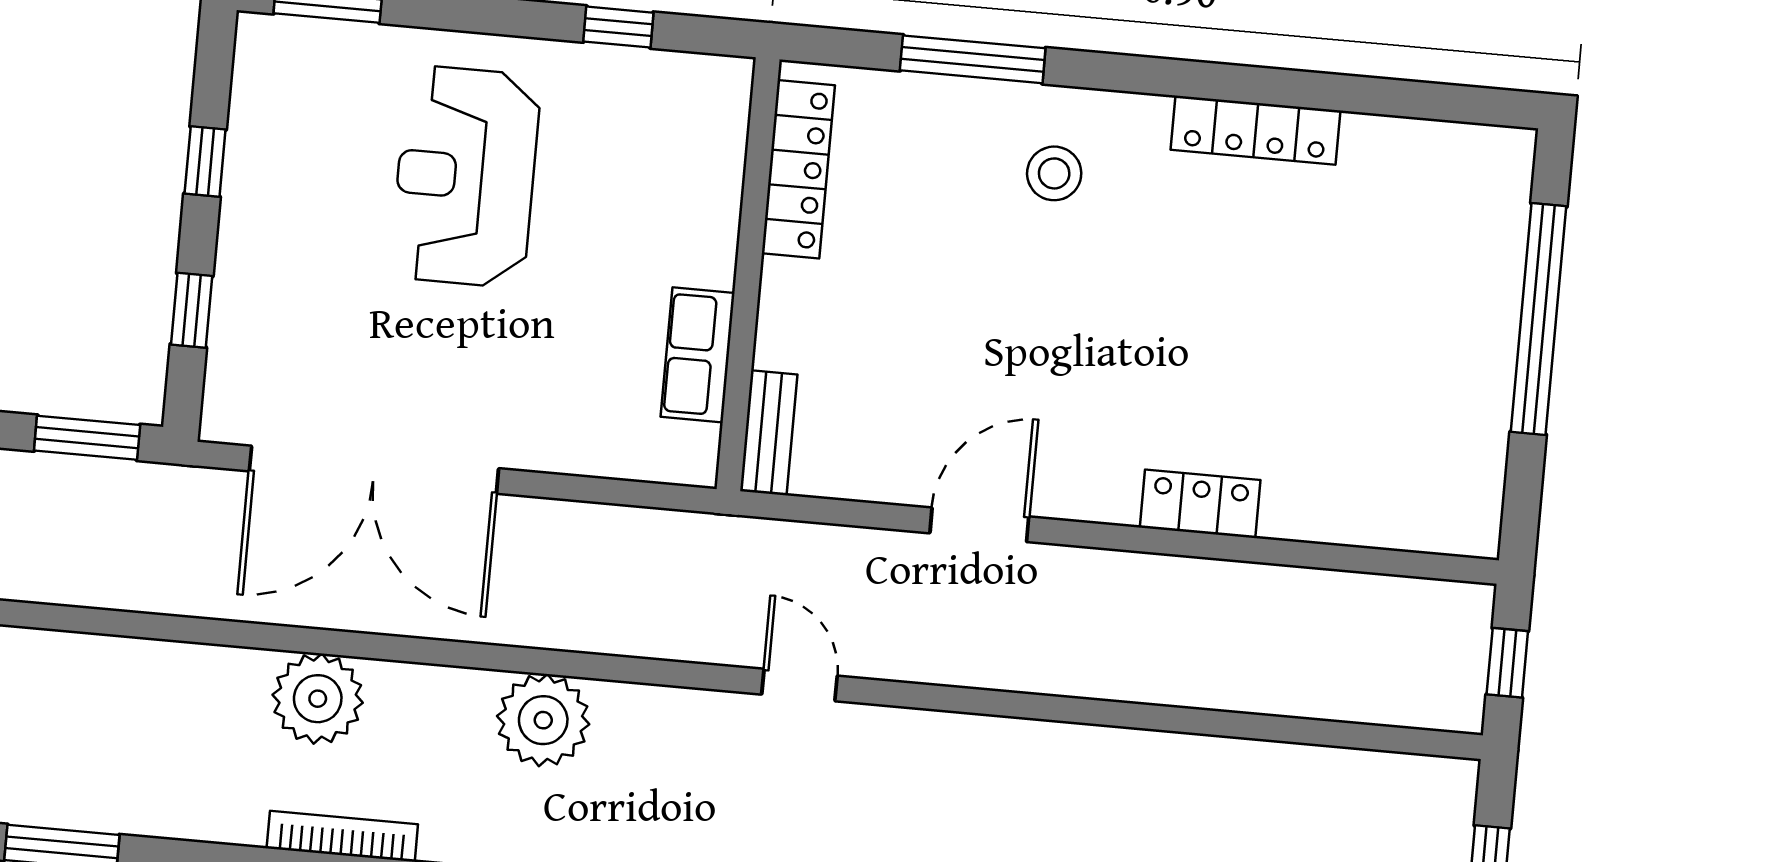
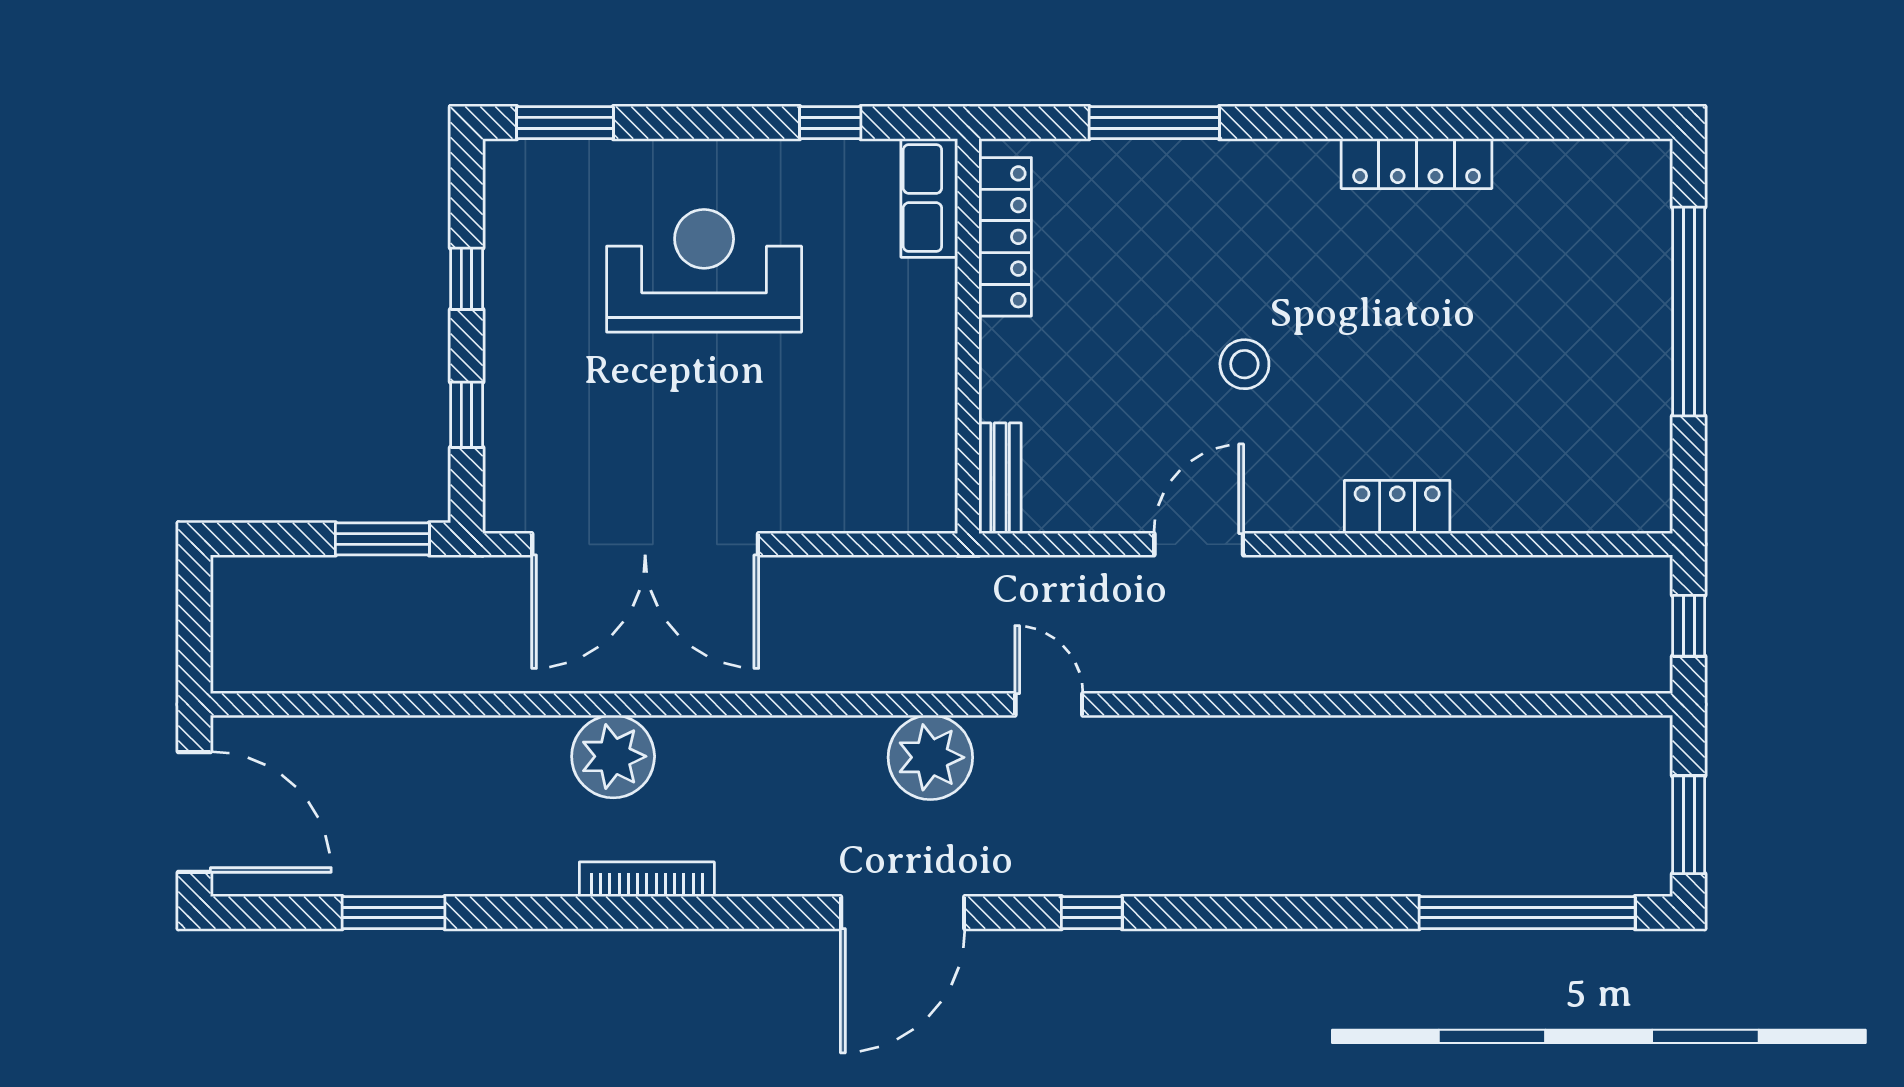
stool: (1054, 173) -> (1244, 364), moved
reception desk: (466, 176) -> (704, 271), turned 90
row of seats: (698, 355) -> (929, 198), moved
plant: (543, 720) -> (930, 757), moved

